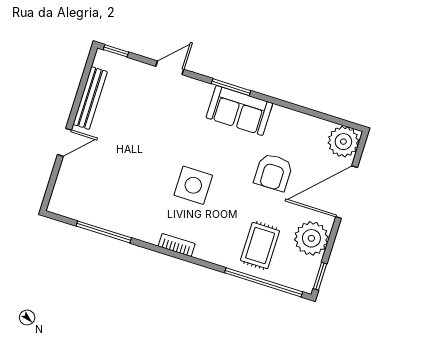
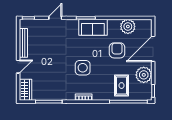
plant: (343, 142) -> (128, 26), moved
armchair: (273, 172) -> (117, 50), turned 180
wardrobe: (65, 193) -> (26, 90), added

